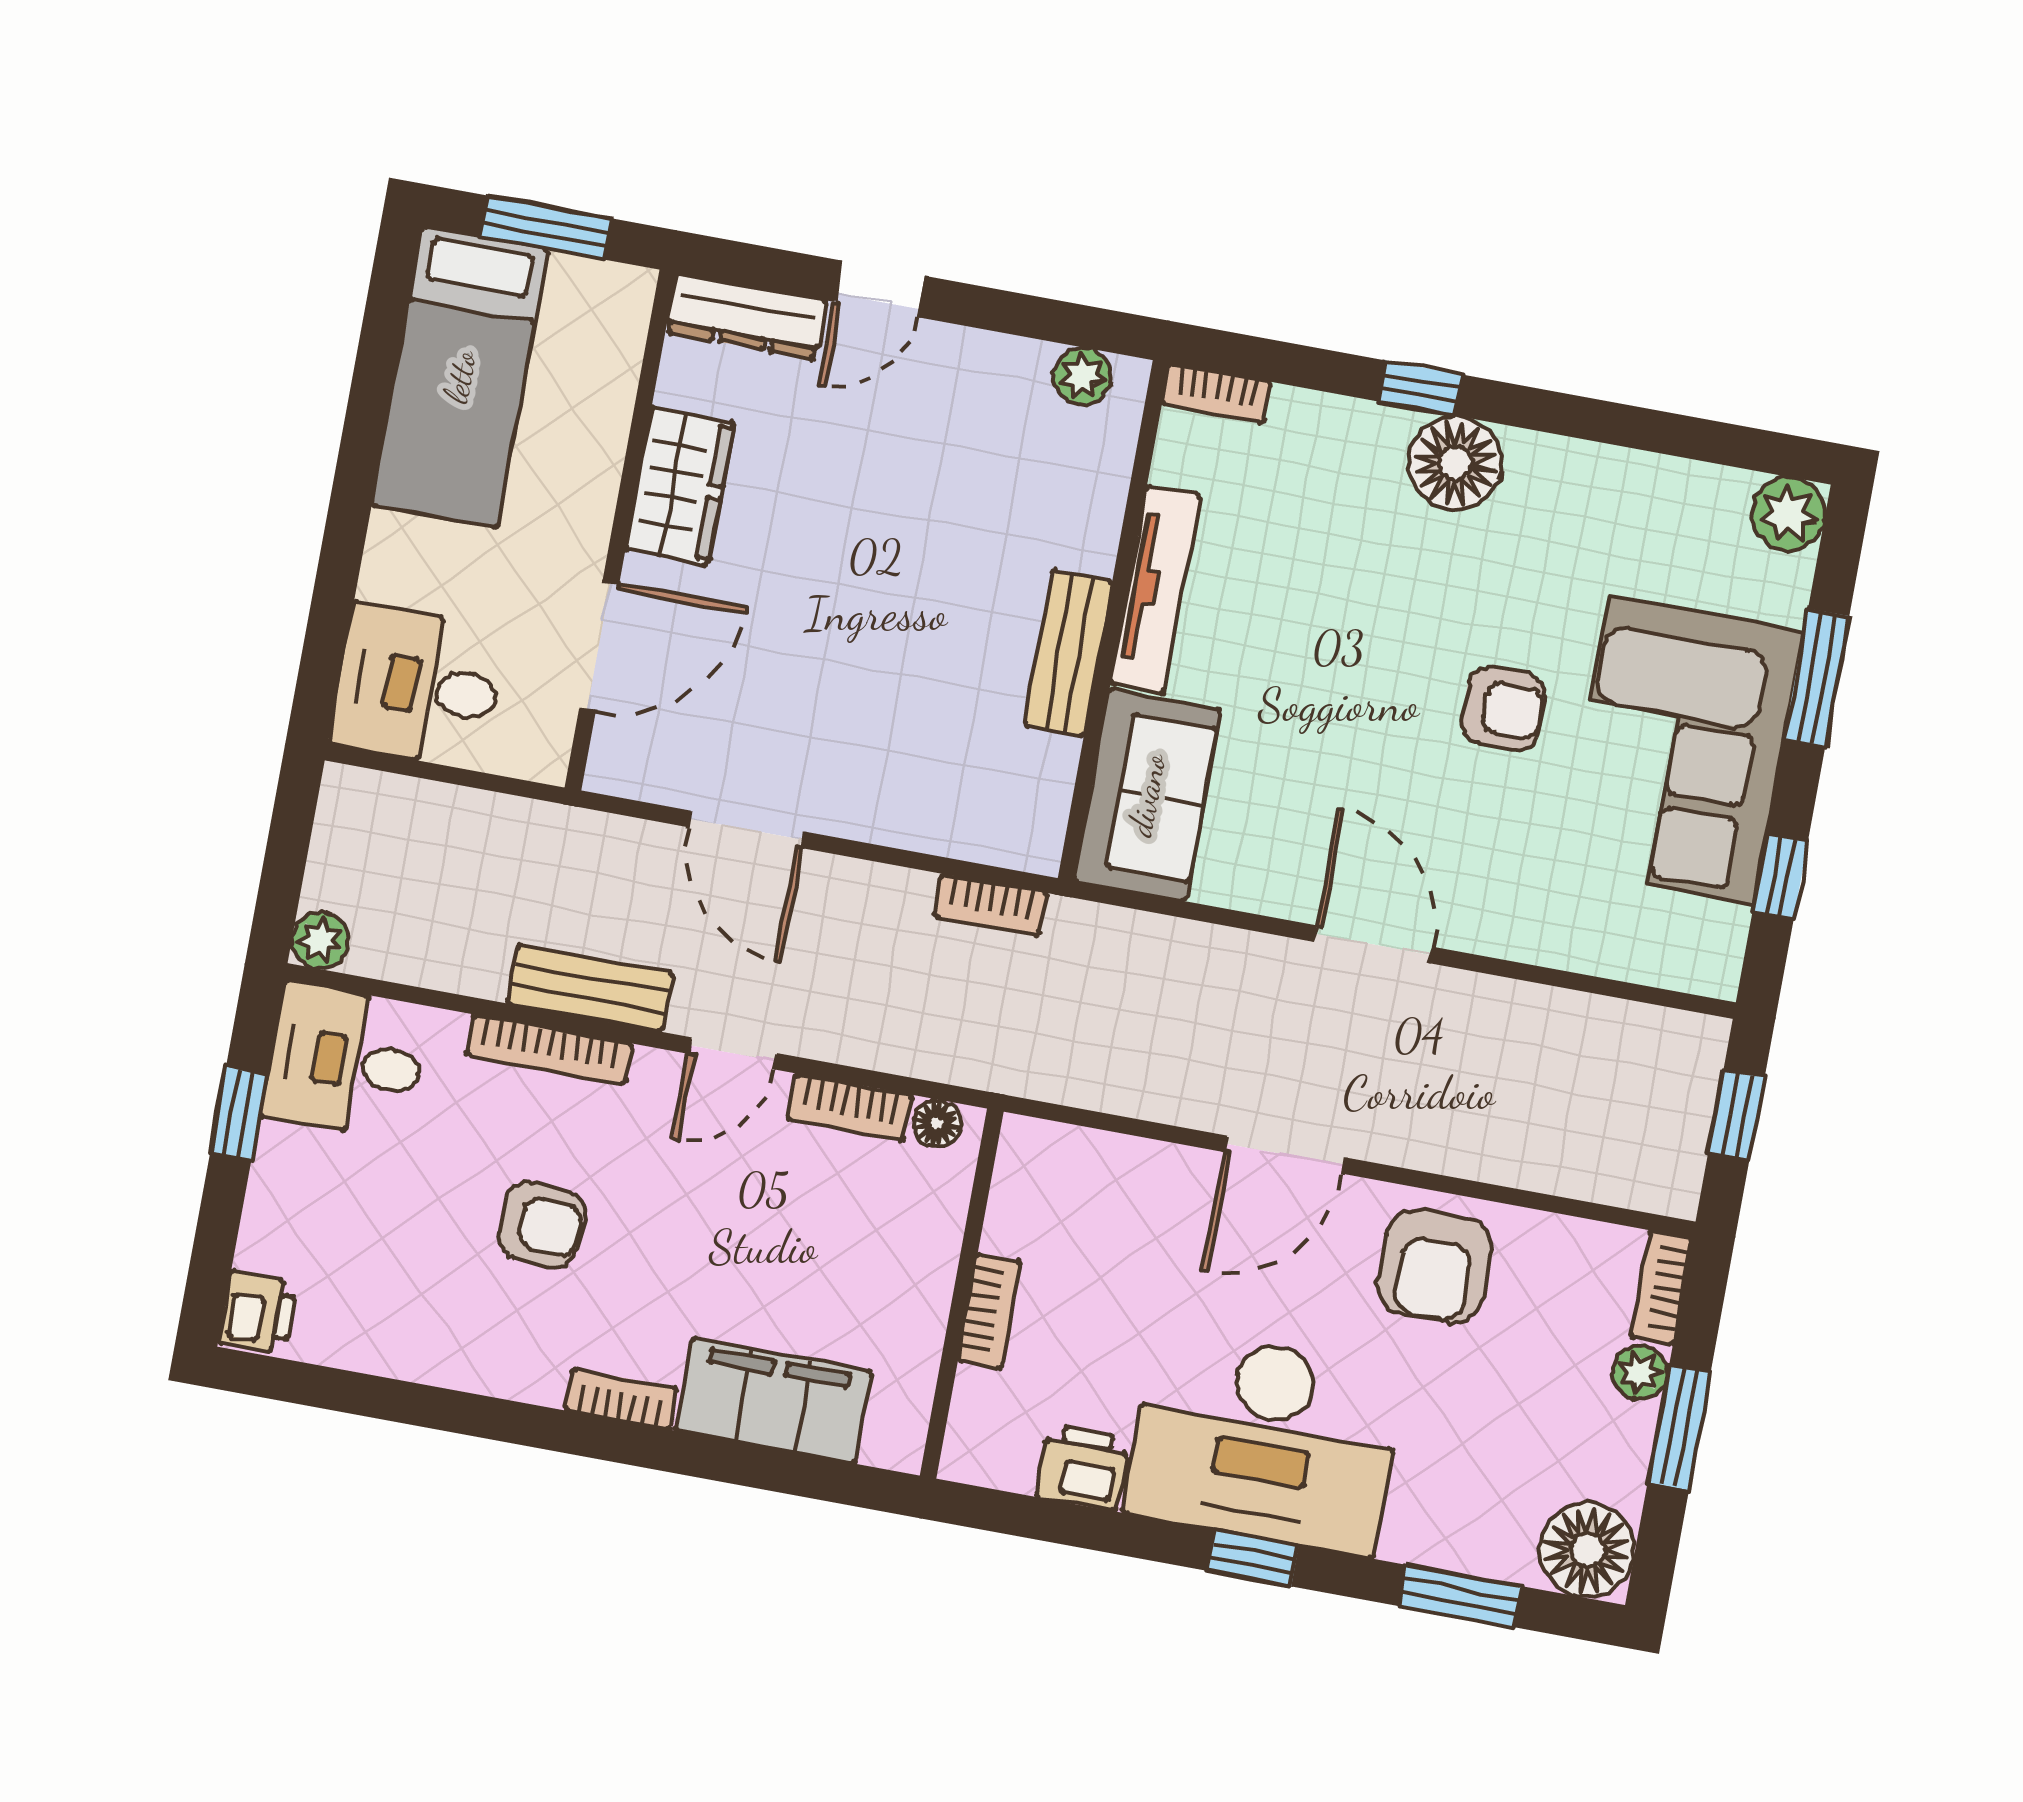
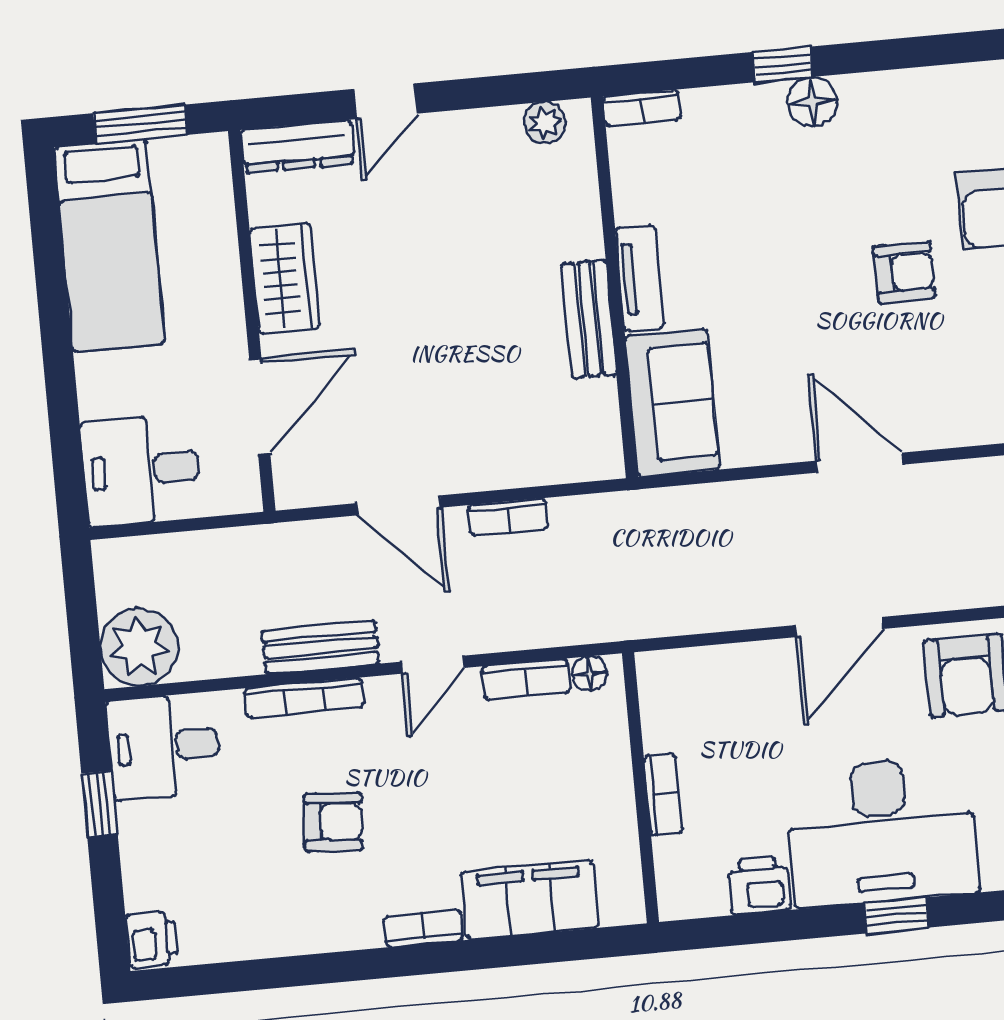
floor lamp: (1455, 463) -> (812, 102), width x0.73, depth x0.73
tv unit: (1156, 589) -> (640, 278), width x0.71
bookcase: (990, 904) -> (508, 517), moved
plant: (320, 940) -> (139, 647), width x1.88, depth x1.88

